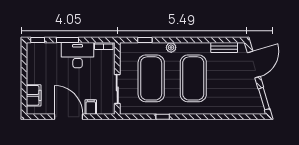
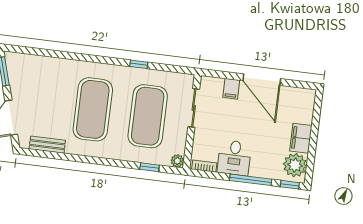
window: (68, 40) -> (251, 180), width x1.44
plant: (171, 47) -> (177, 161), moved
plant: (35, 55) -> (295, 165), added
desk: (78, 55) -> (234, 158), width x0.73
filing cabinet: (34, 95) -> (301, 138), moved

